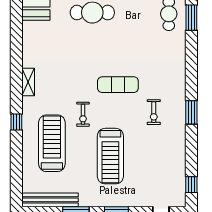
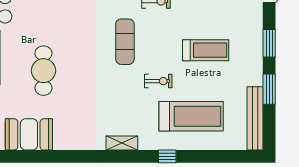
treadmill: (52, 143) -> (191, 116), turned 180
treadmill: (110, 156) -> (206, 50), width x0.73, depth x0.73

